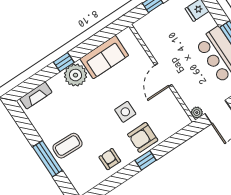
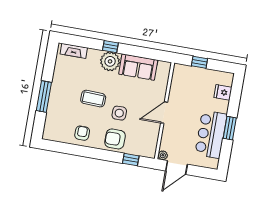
coffee table: (67, 146) -> (93, 99), moved
window: (146, 160) -> (131, 160), moved

